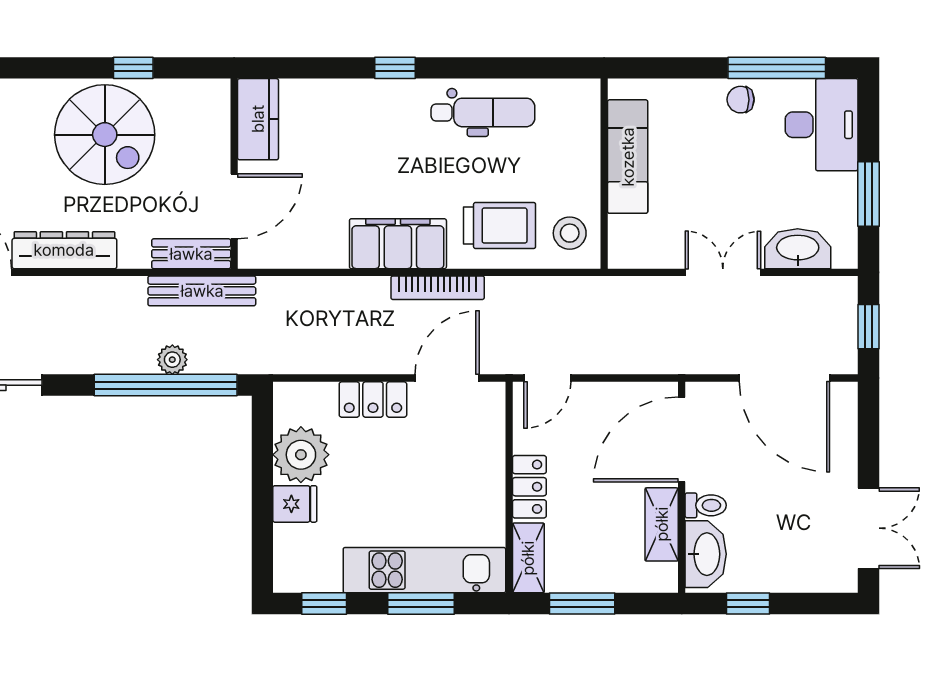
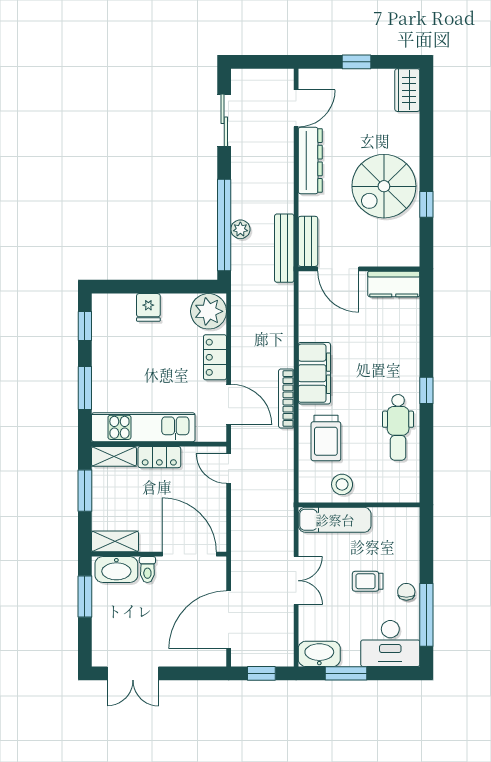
window: (395, 68) -> (426, 390), moved
exam couch: (628, 157) -> (335, 520), moved
trolley: (724, 160) -> (368, 581), added
stool: (570, 233) -> (342, 484), moved
washbasin: (798, 249) -> (319, 654), moved, turned -90
plant: (301, 455) -> (209, 311), moved
shelving: (662, 524) -> (115, 541), moved
kitchen unit: (424, 570) -> (143, 427), moved, turned -90
window: (748, 604) -> (85, 596), width x1.50

